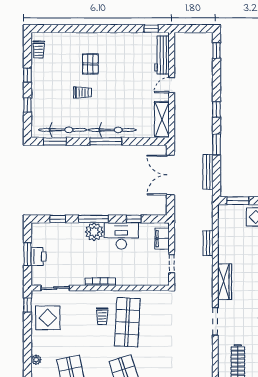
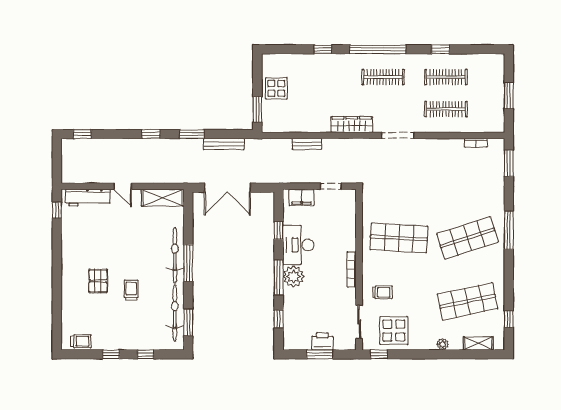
pallet: (90, 64) -> (98, 281), turned 90
trolley: (102, 316) -> (382, 292), moved

